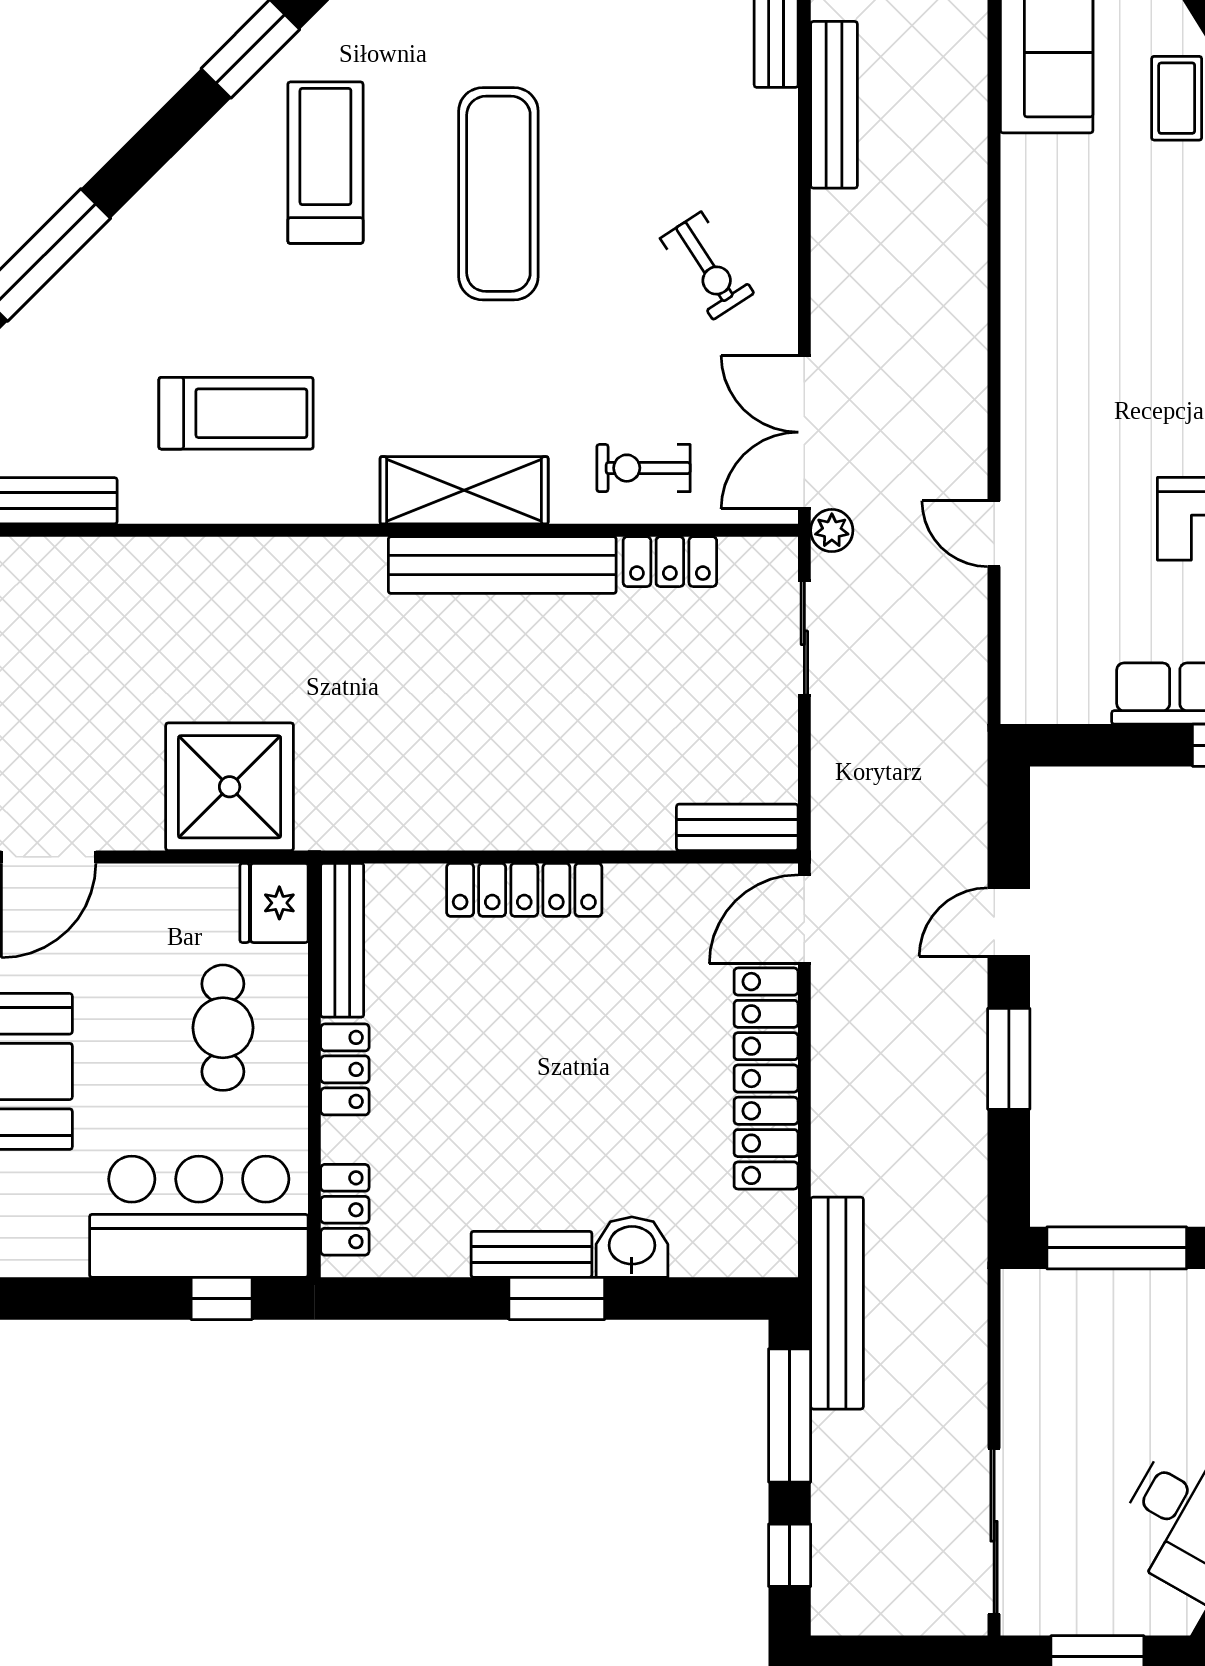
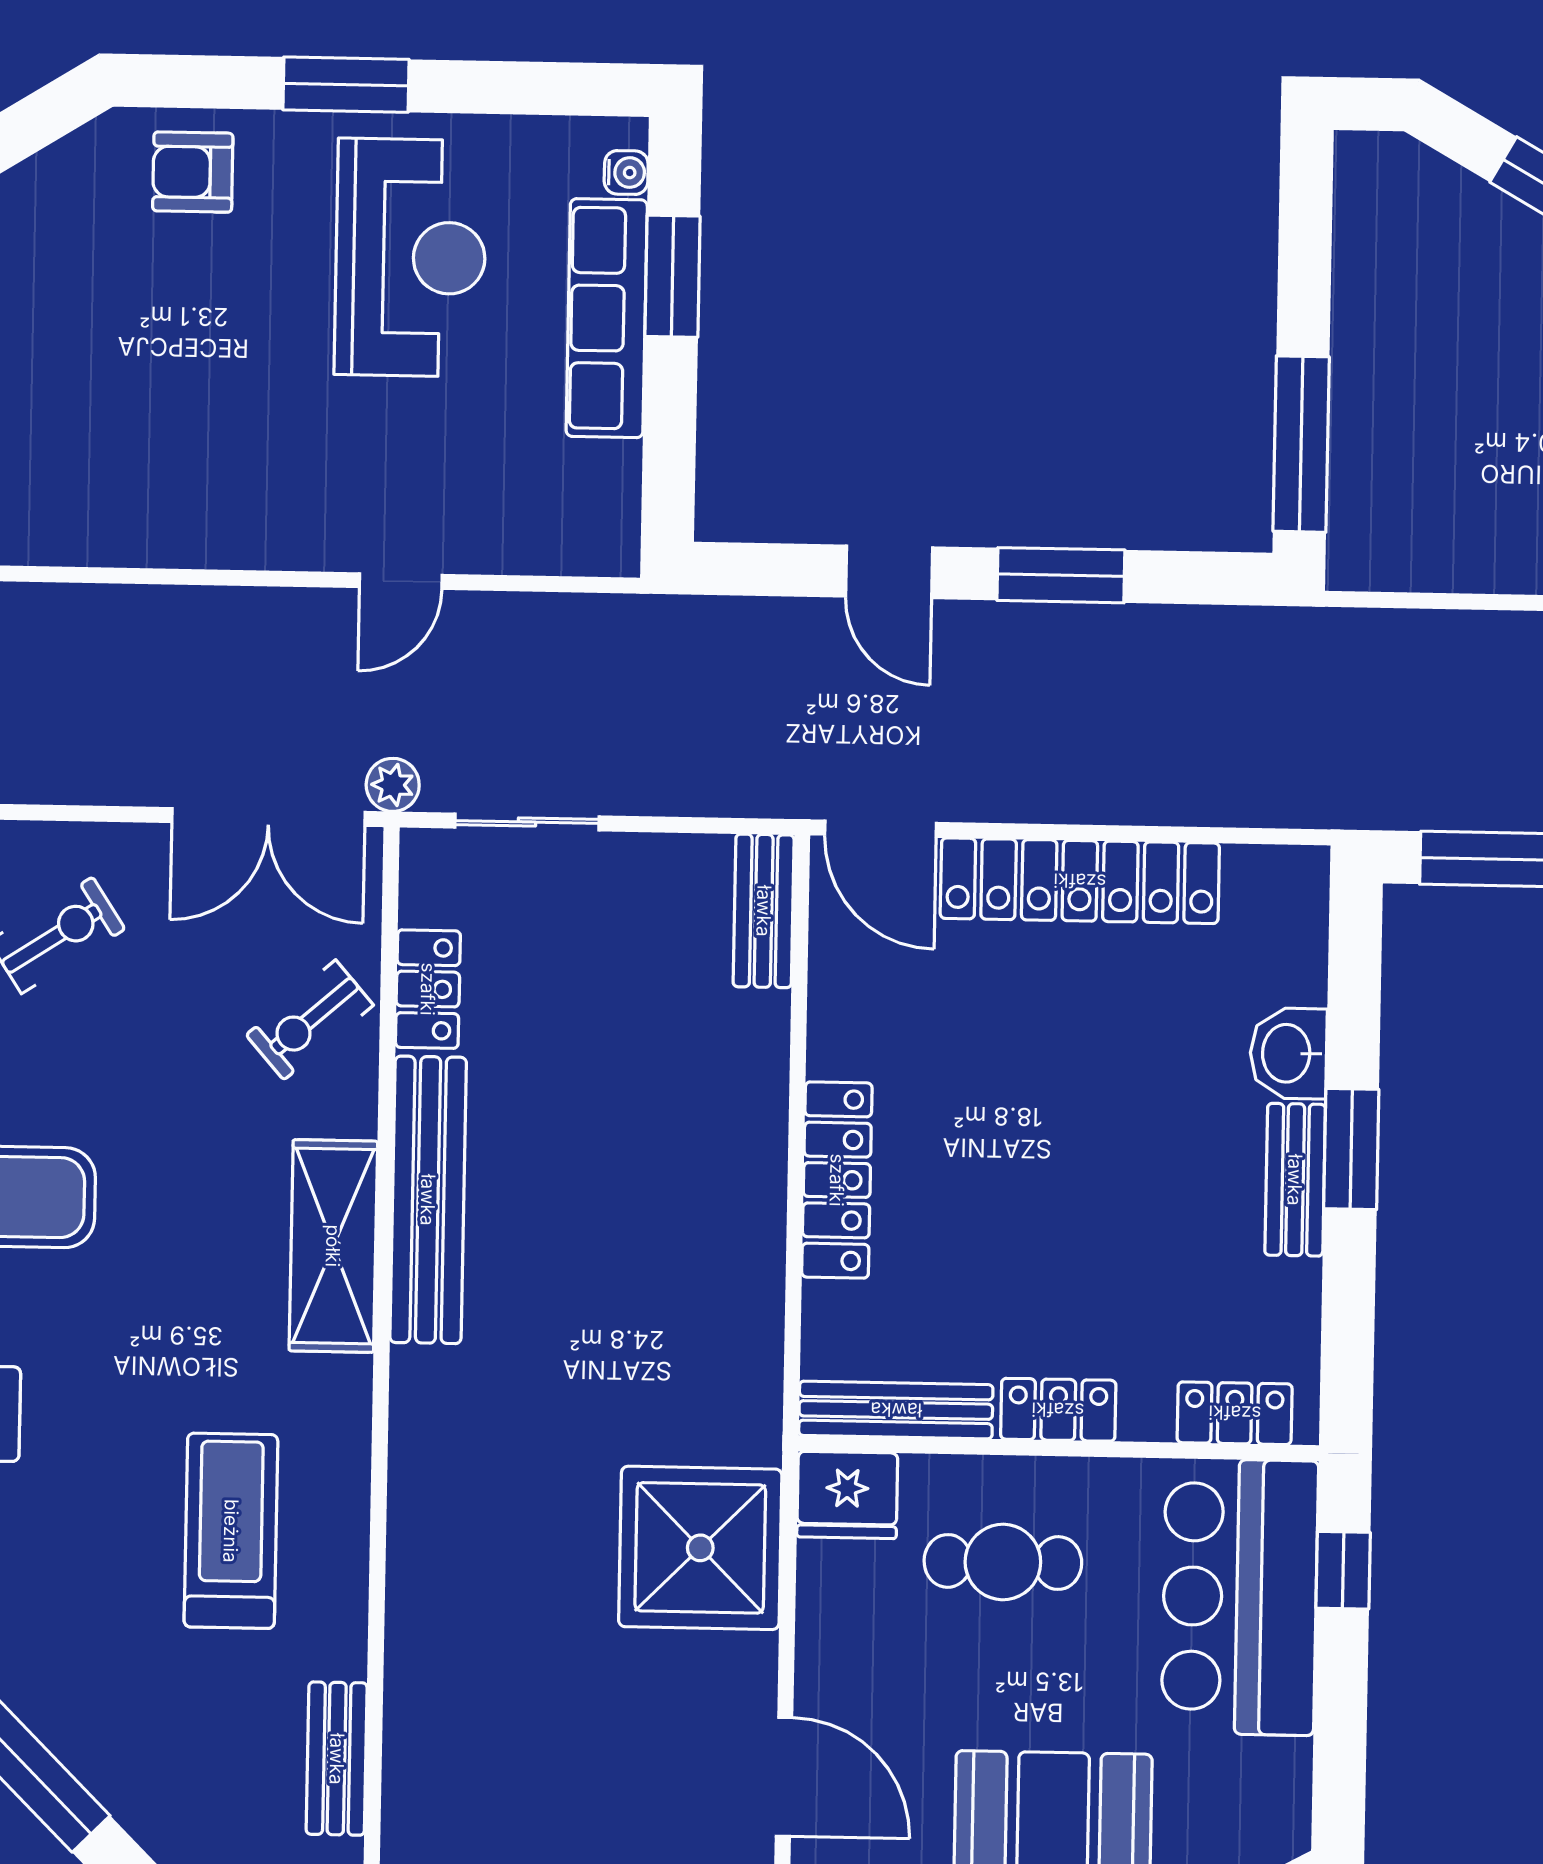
exercise bike: (644, 468) -> (310, 1020), turned 49
bench: (837, 1303) -> (1364, 797), removed

